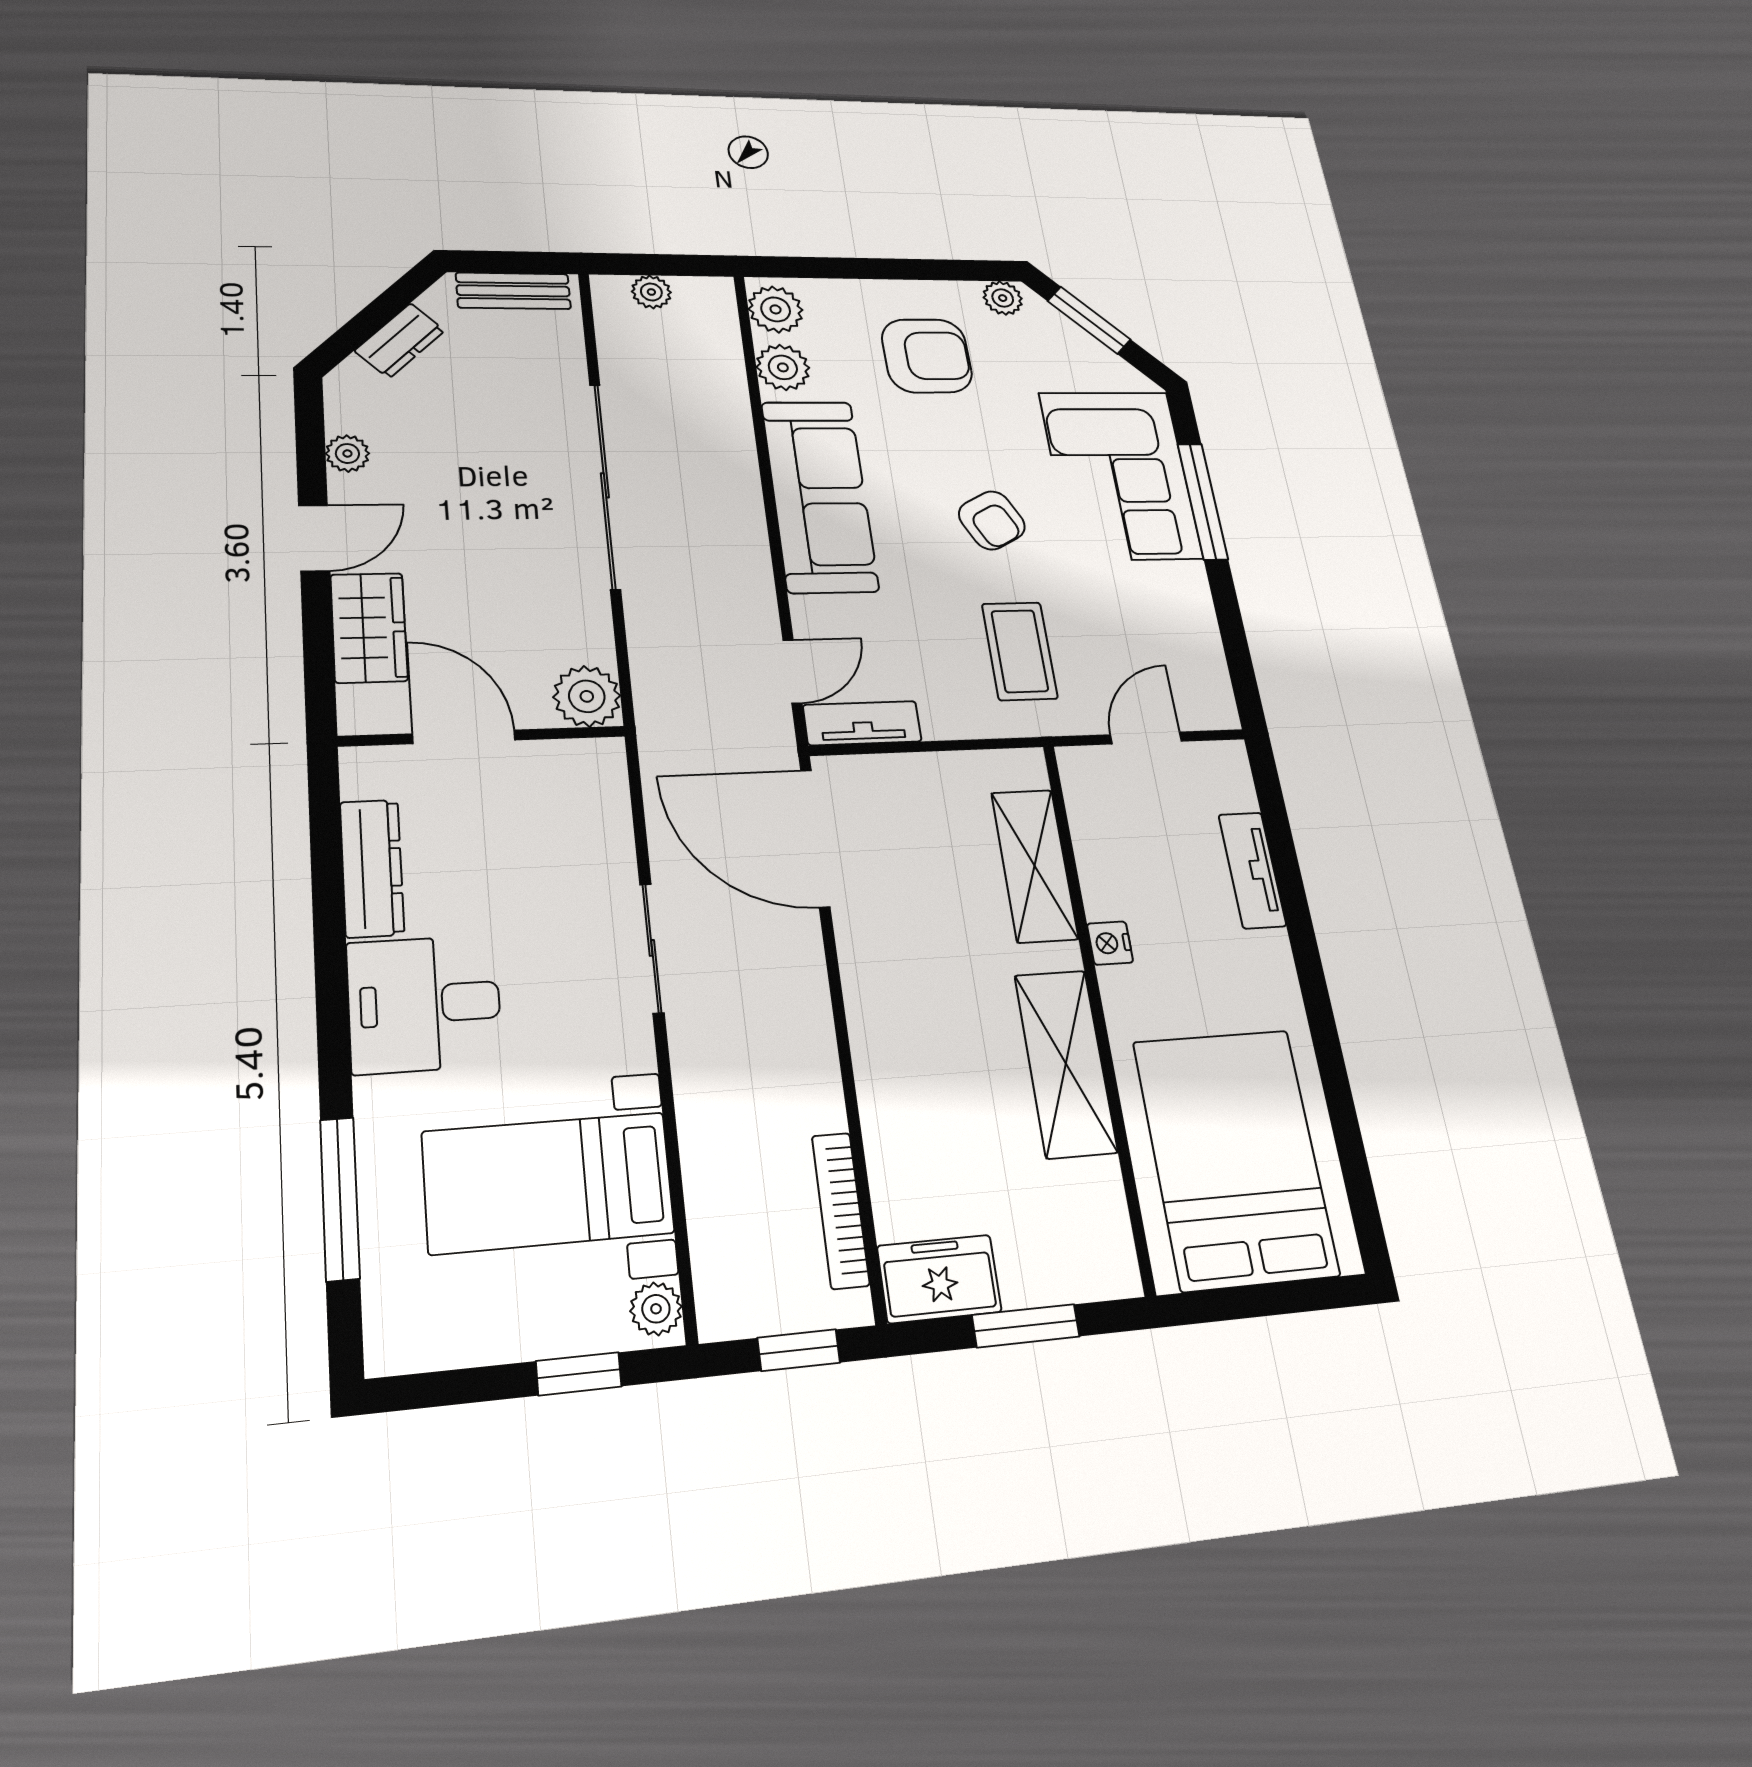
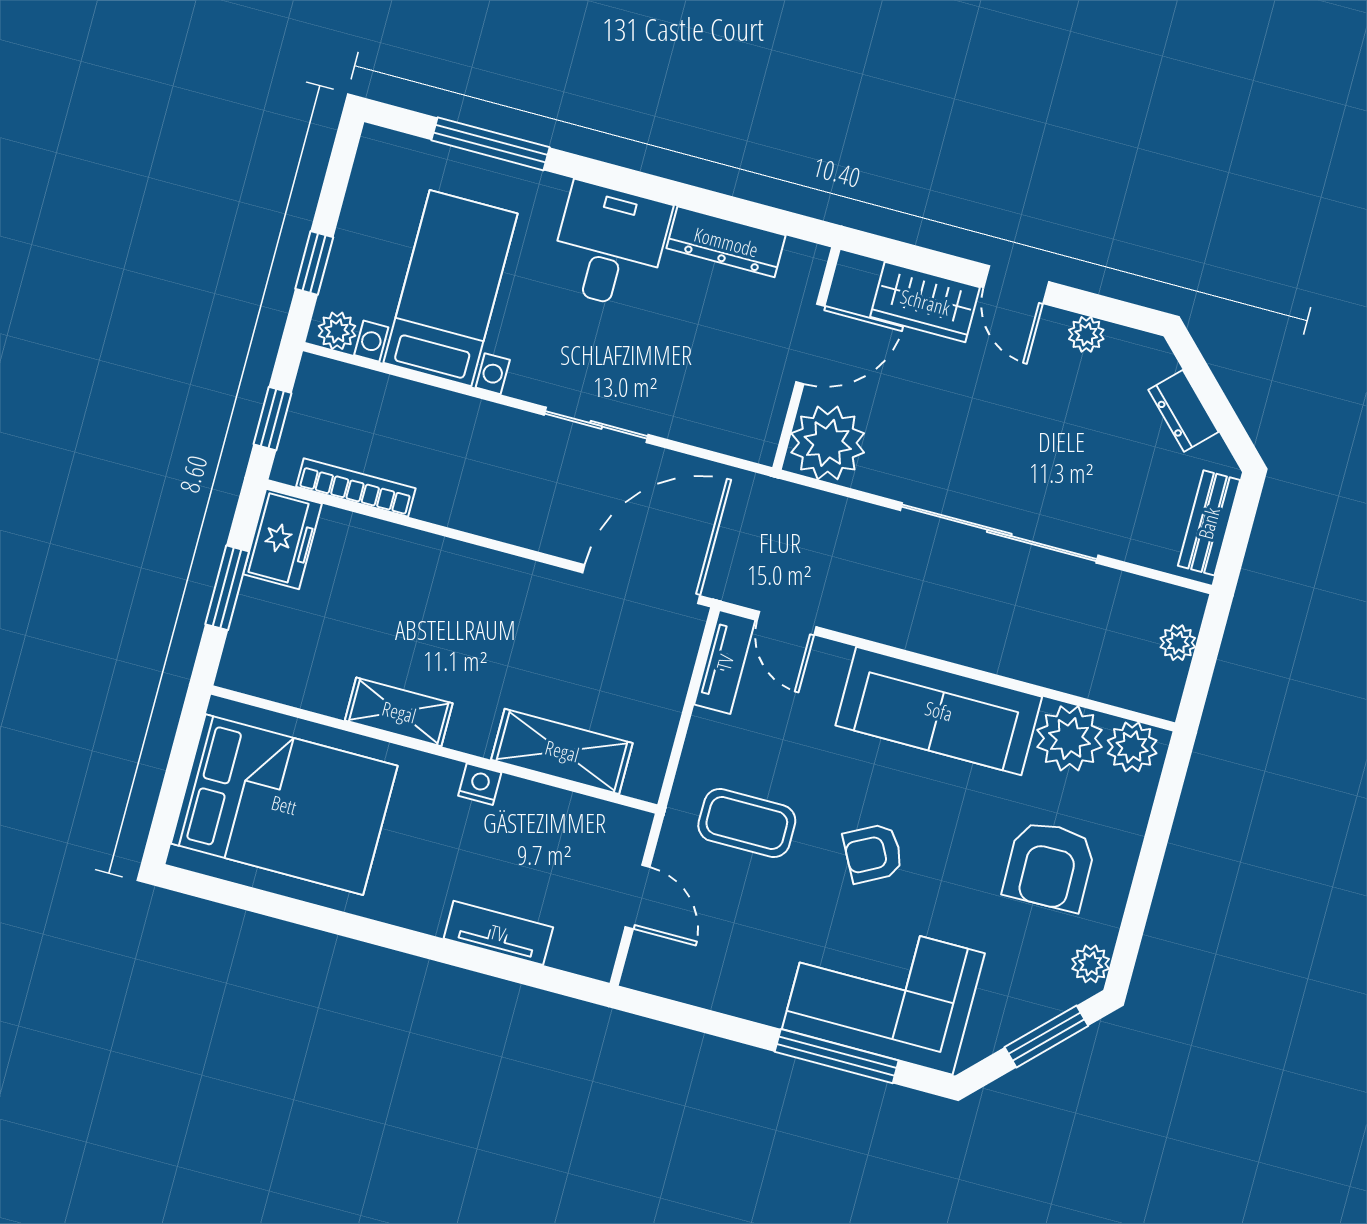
plant: (783, 367) -> (1070, 738), width x1.36, depth x1.36
plant: (587, 696) -> (828, 443), width x1.36, depth x1.36
shelving: (1066, 1063) -> (399, 712), width x0.67, depth x0.75

